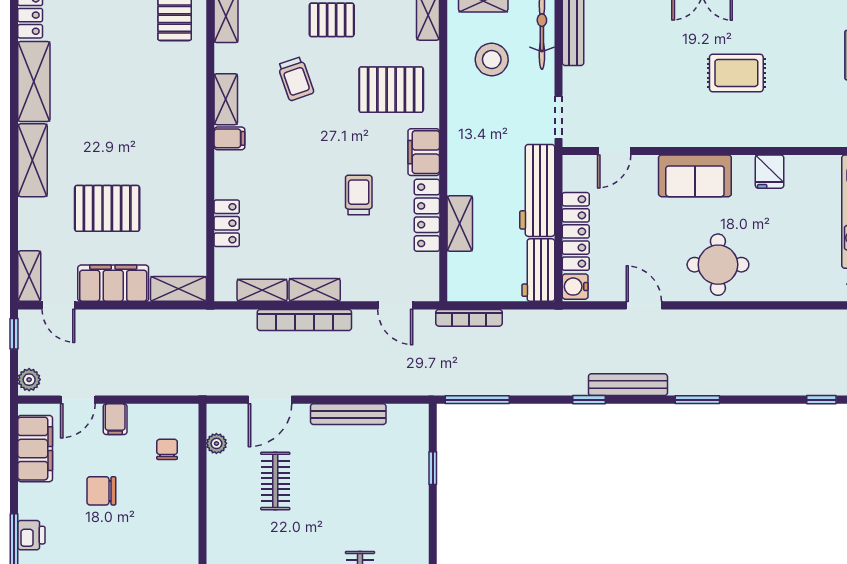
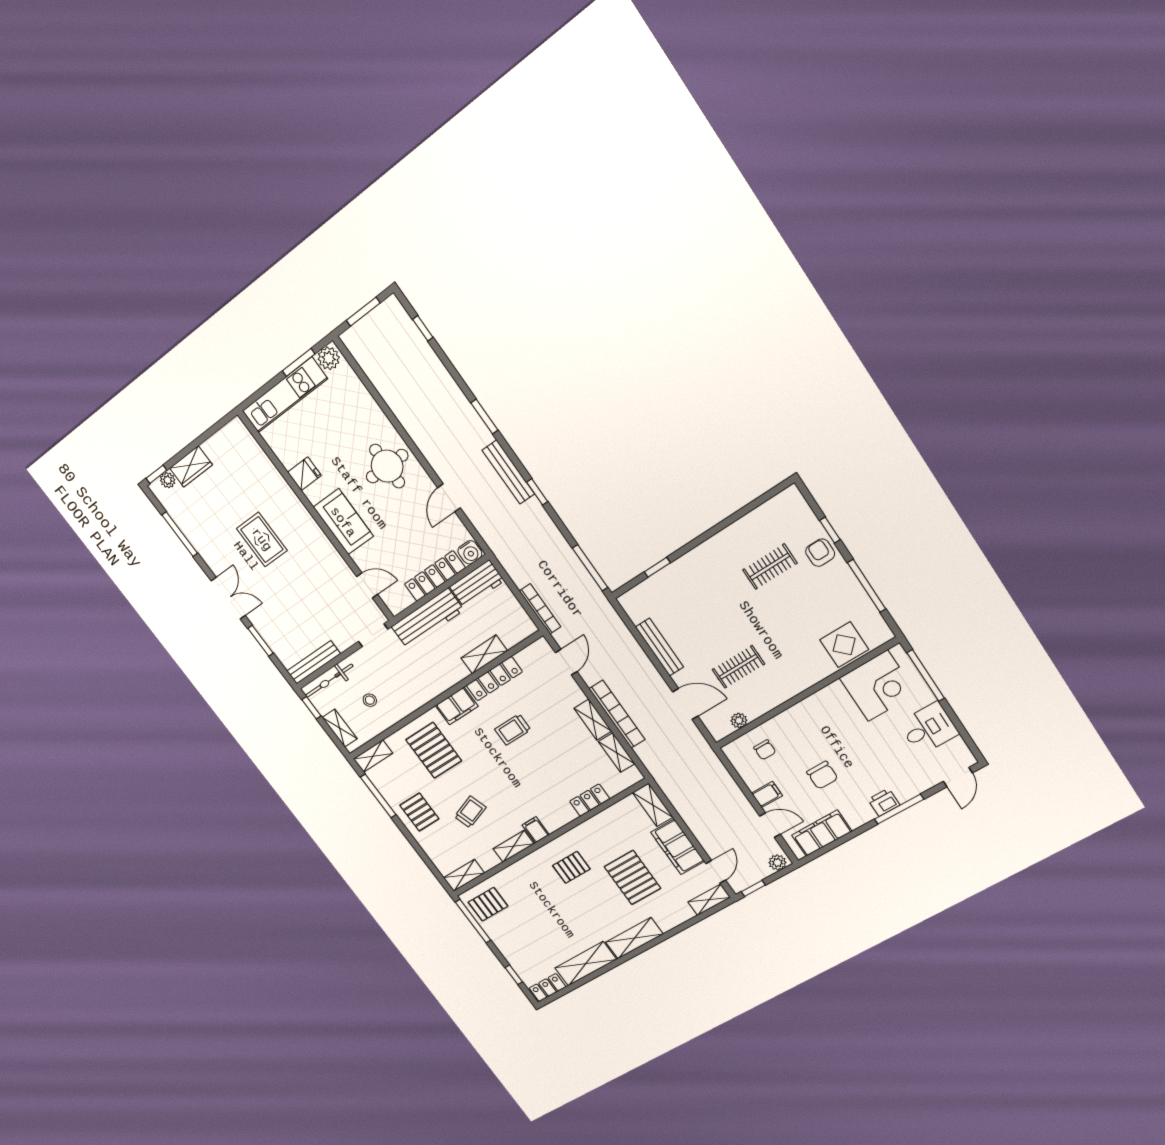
stool: (492, 60) -> (370, 700), width x0.53, depth x0.53
pallet: (161, 148) -> (571, 867), added
chair: (167, 449) -> (765, 750), turned -90

